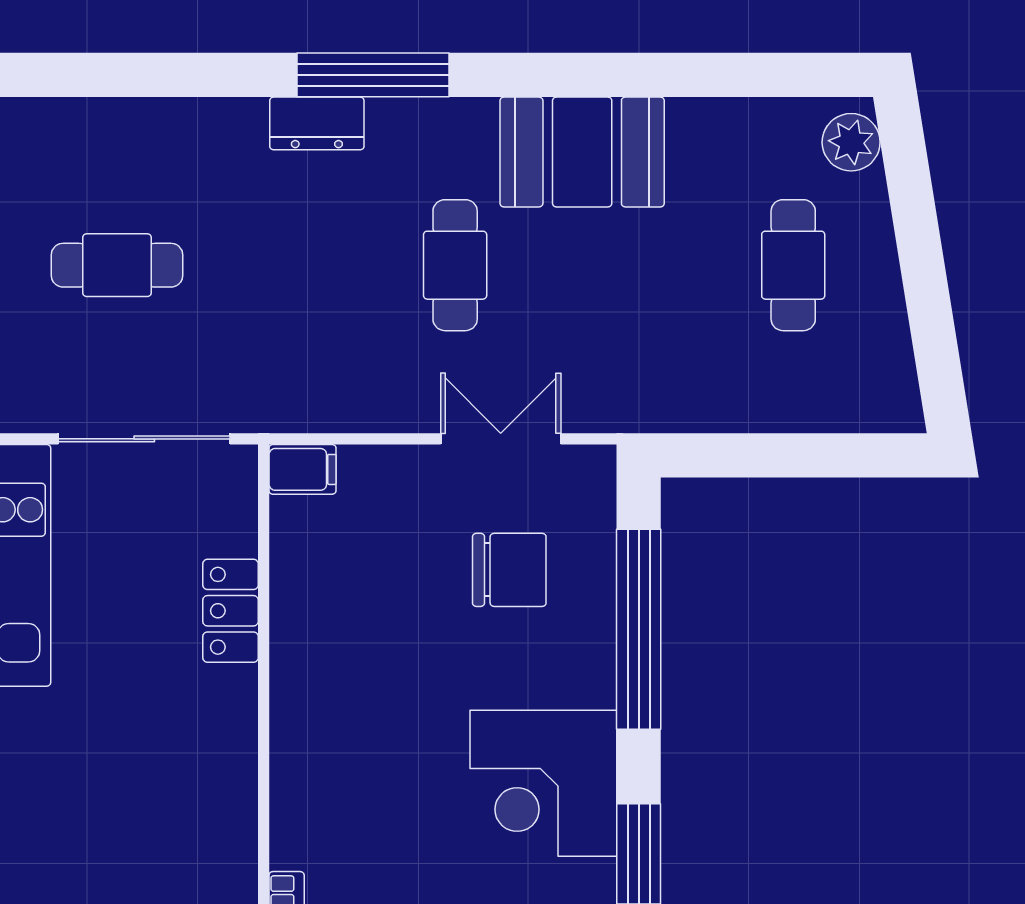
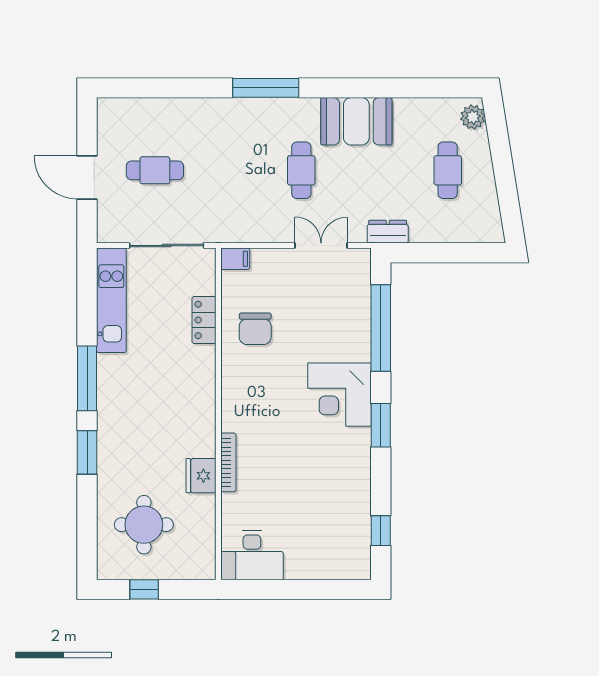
dresser: (317, 123) -> (388, 232), moved, turned 180
chair: (509, 570) -> (255, 329), moved, turned 90

